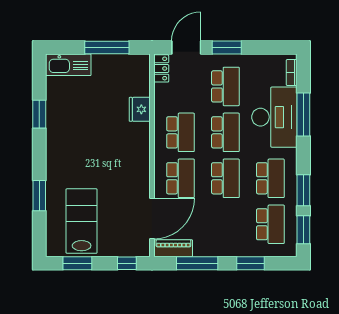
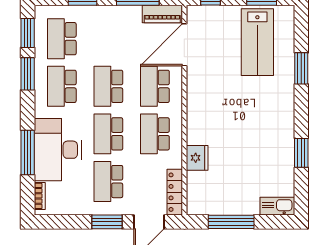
kitchen sink: (68, 65) -> (277, 206), width x0.73, depth x0.81
locker: (161, 68) -> (175, 192), width x1.53

